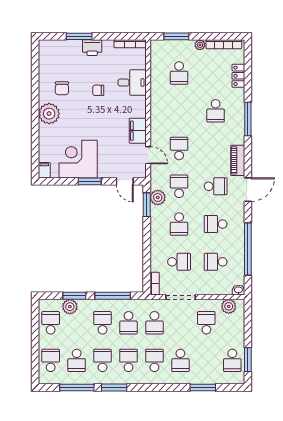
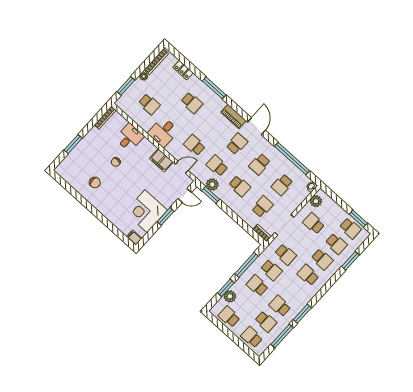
printer: (92, 48) -> (87, 142), removed
desk: (165, 109) -> (163, 132), added
plant: (49, 114) -> (103, 204), removed
school desk: (128, 360) -> (336, 244), moved, turned 180

